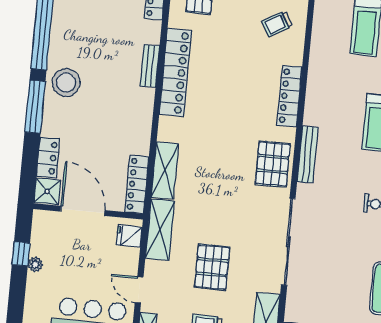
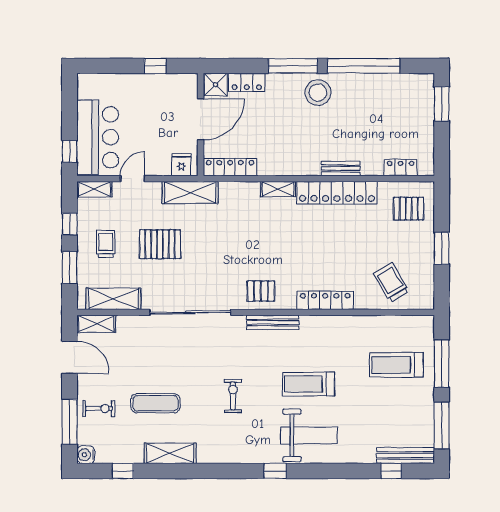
trolley: (277, 24) -> (391, 282), width x1.36, depth x1.39
pallet: (273, 164) -> (261, 291), width x0.67, depth x0.71
shelving: (165, 170) -> (278, 189), moved, width x0.67, depth x0.75
plant: (35, 265) -> (147, 80), removed

